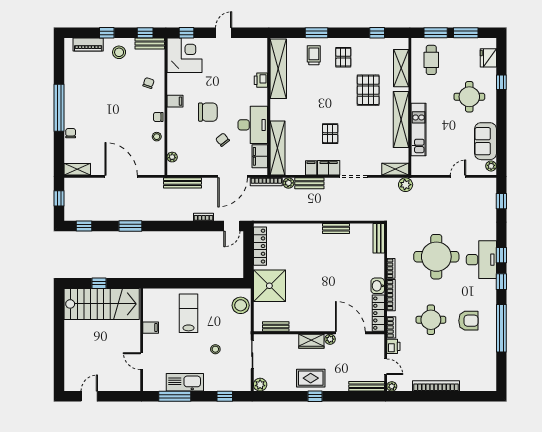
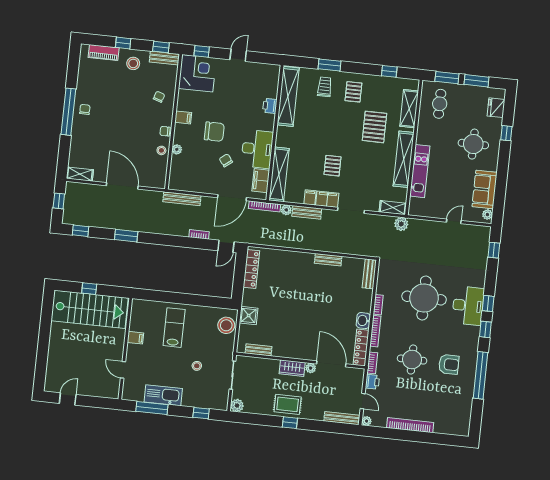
chair: (71, 133) -> (85, 109), moved
plant: (172, 157) -> (177, 149), moved
shower: (269, 286) -> (249, 316), width x0.54, depth x0.54

